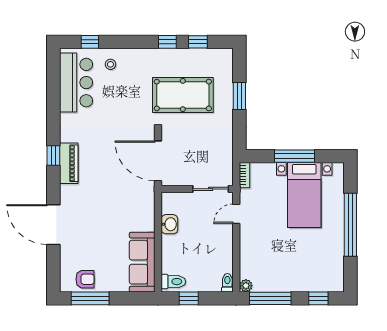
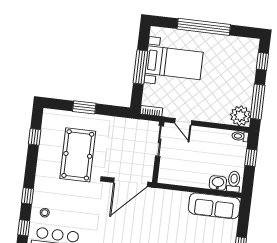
window: (167, 42) -> (28, 196), moved
washbasin: (169, 224) -> (218, 183), moved
plant: (246, 286) -> (240, 116), width x1.88, depth x1.88
window: (189, 298) -> (251, 158), moved

